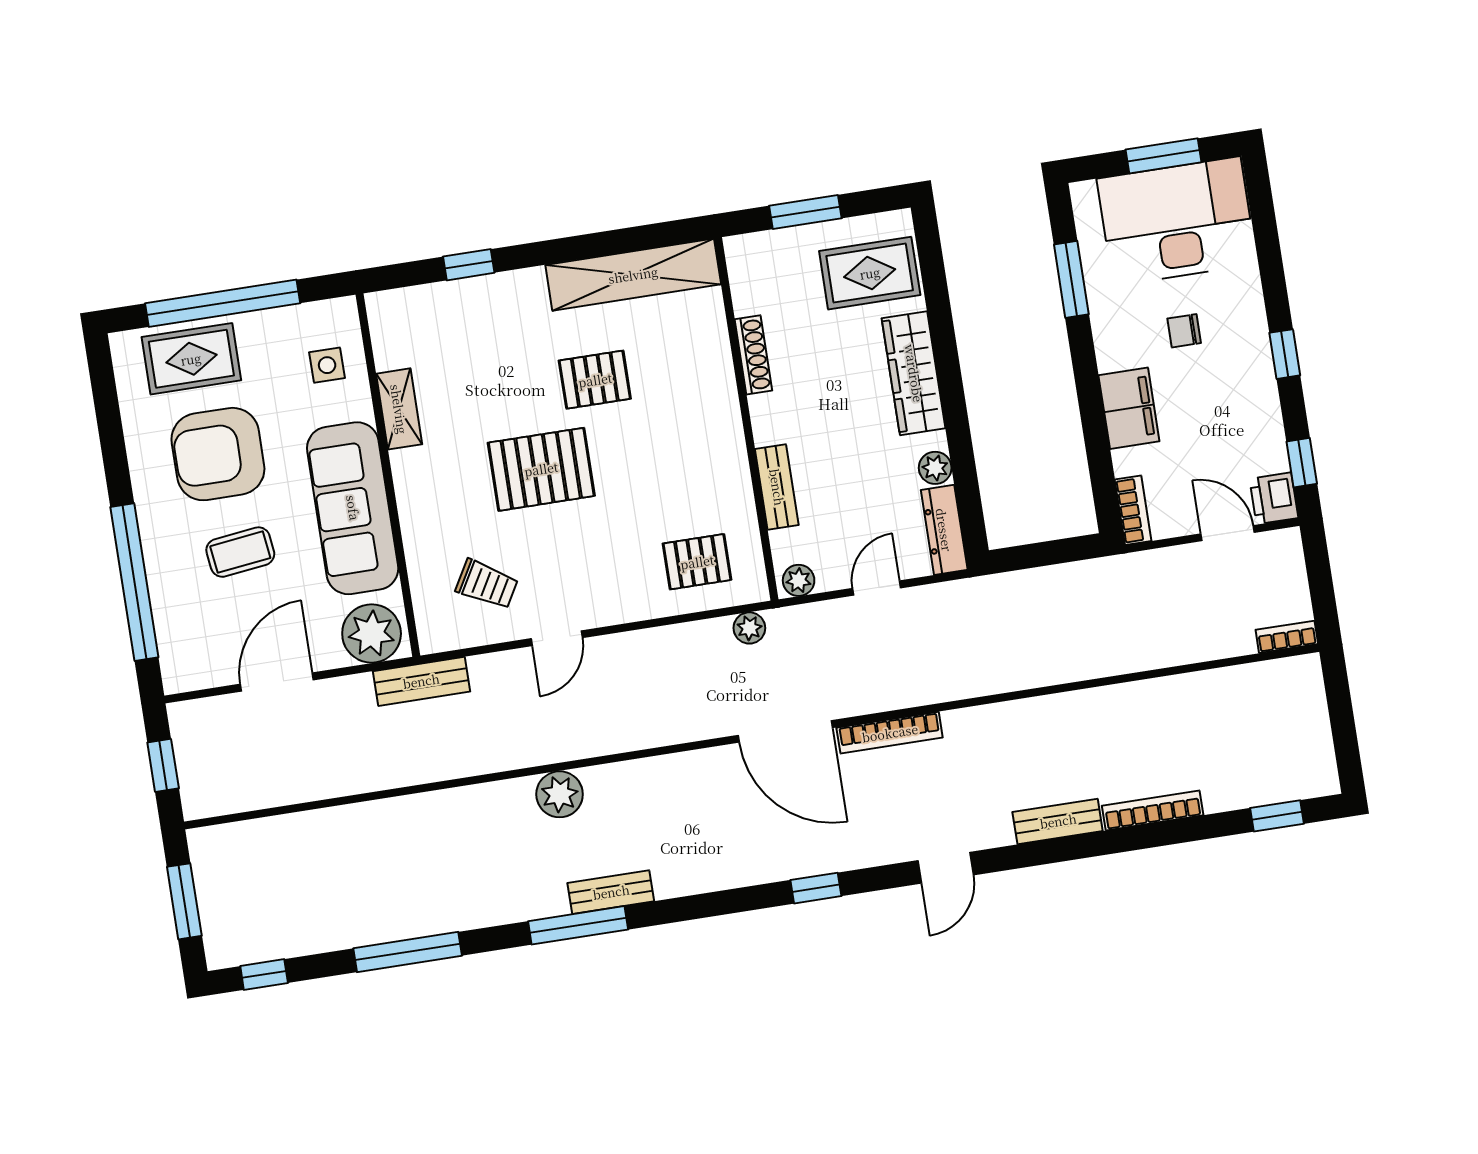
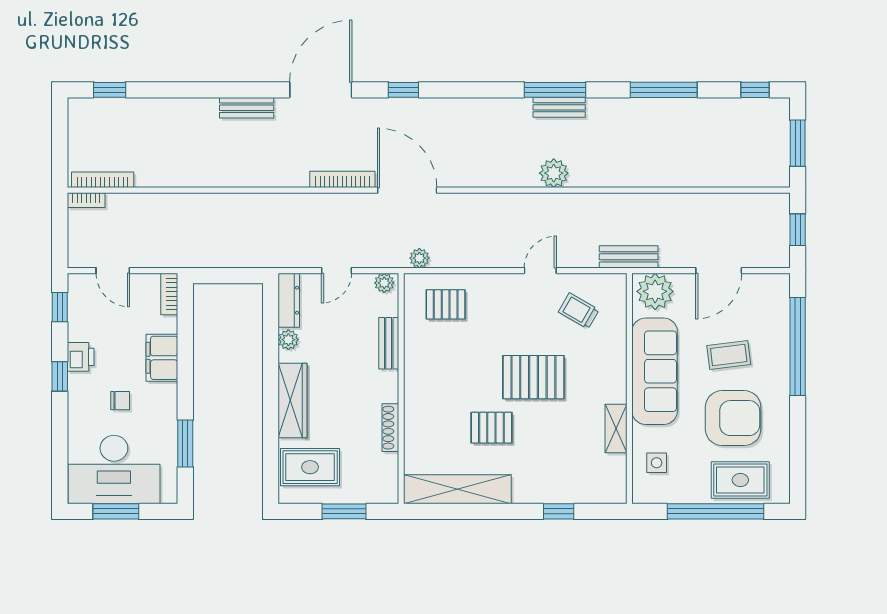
printer: (1274, 498) -> (81, 357), moved
bookcase: (1153, 810) -> (103, 180), moved, turned 180
door: (946, 868) -> (321, 90), width x1.87
bench: (611, 892) -> (559, 107), moved

